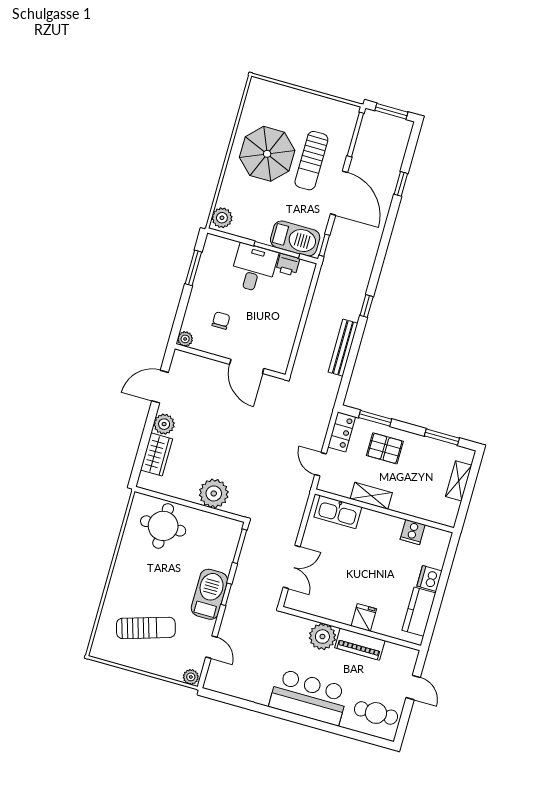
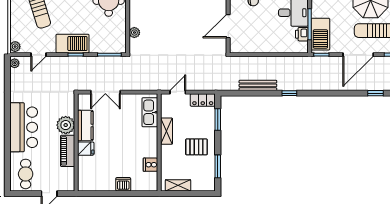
pallet: (385, 448) -> (196, 147), moved, turned 90
shelving: (459, 481) -> (178, 185), moved
plant: (214, 493) -> (134, 33), width x0.53, depth x0.53
kitchen counter: (419, 612) -> (85, 126), moved, turned 90
plant: (214, 684) -> (15, 63), added

